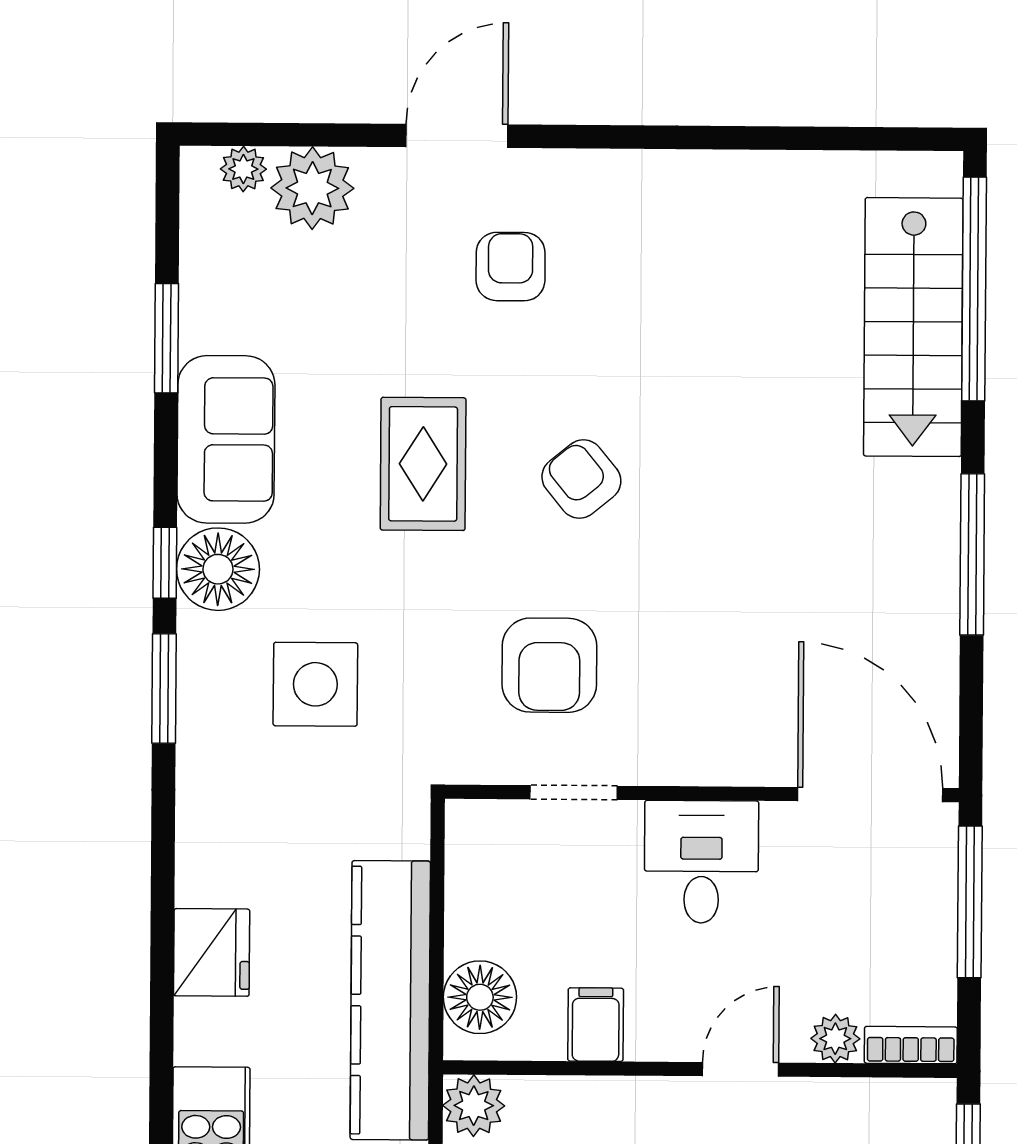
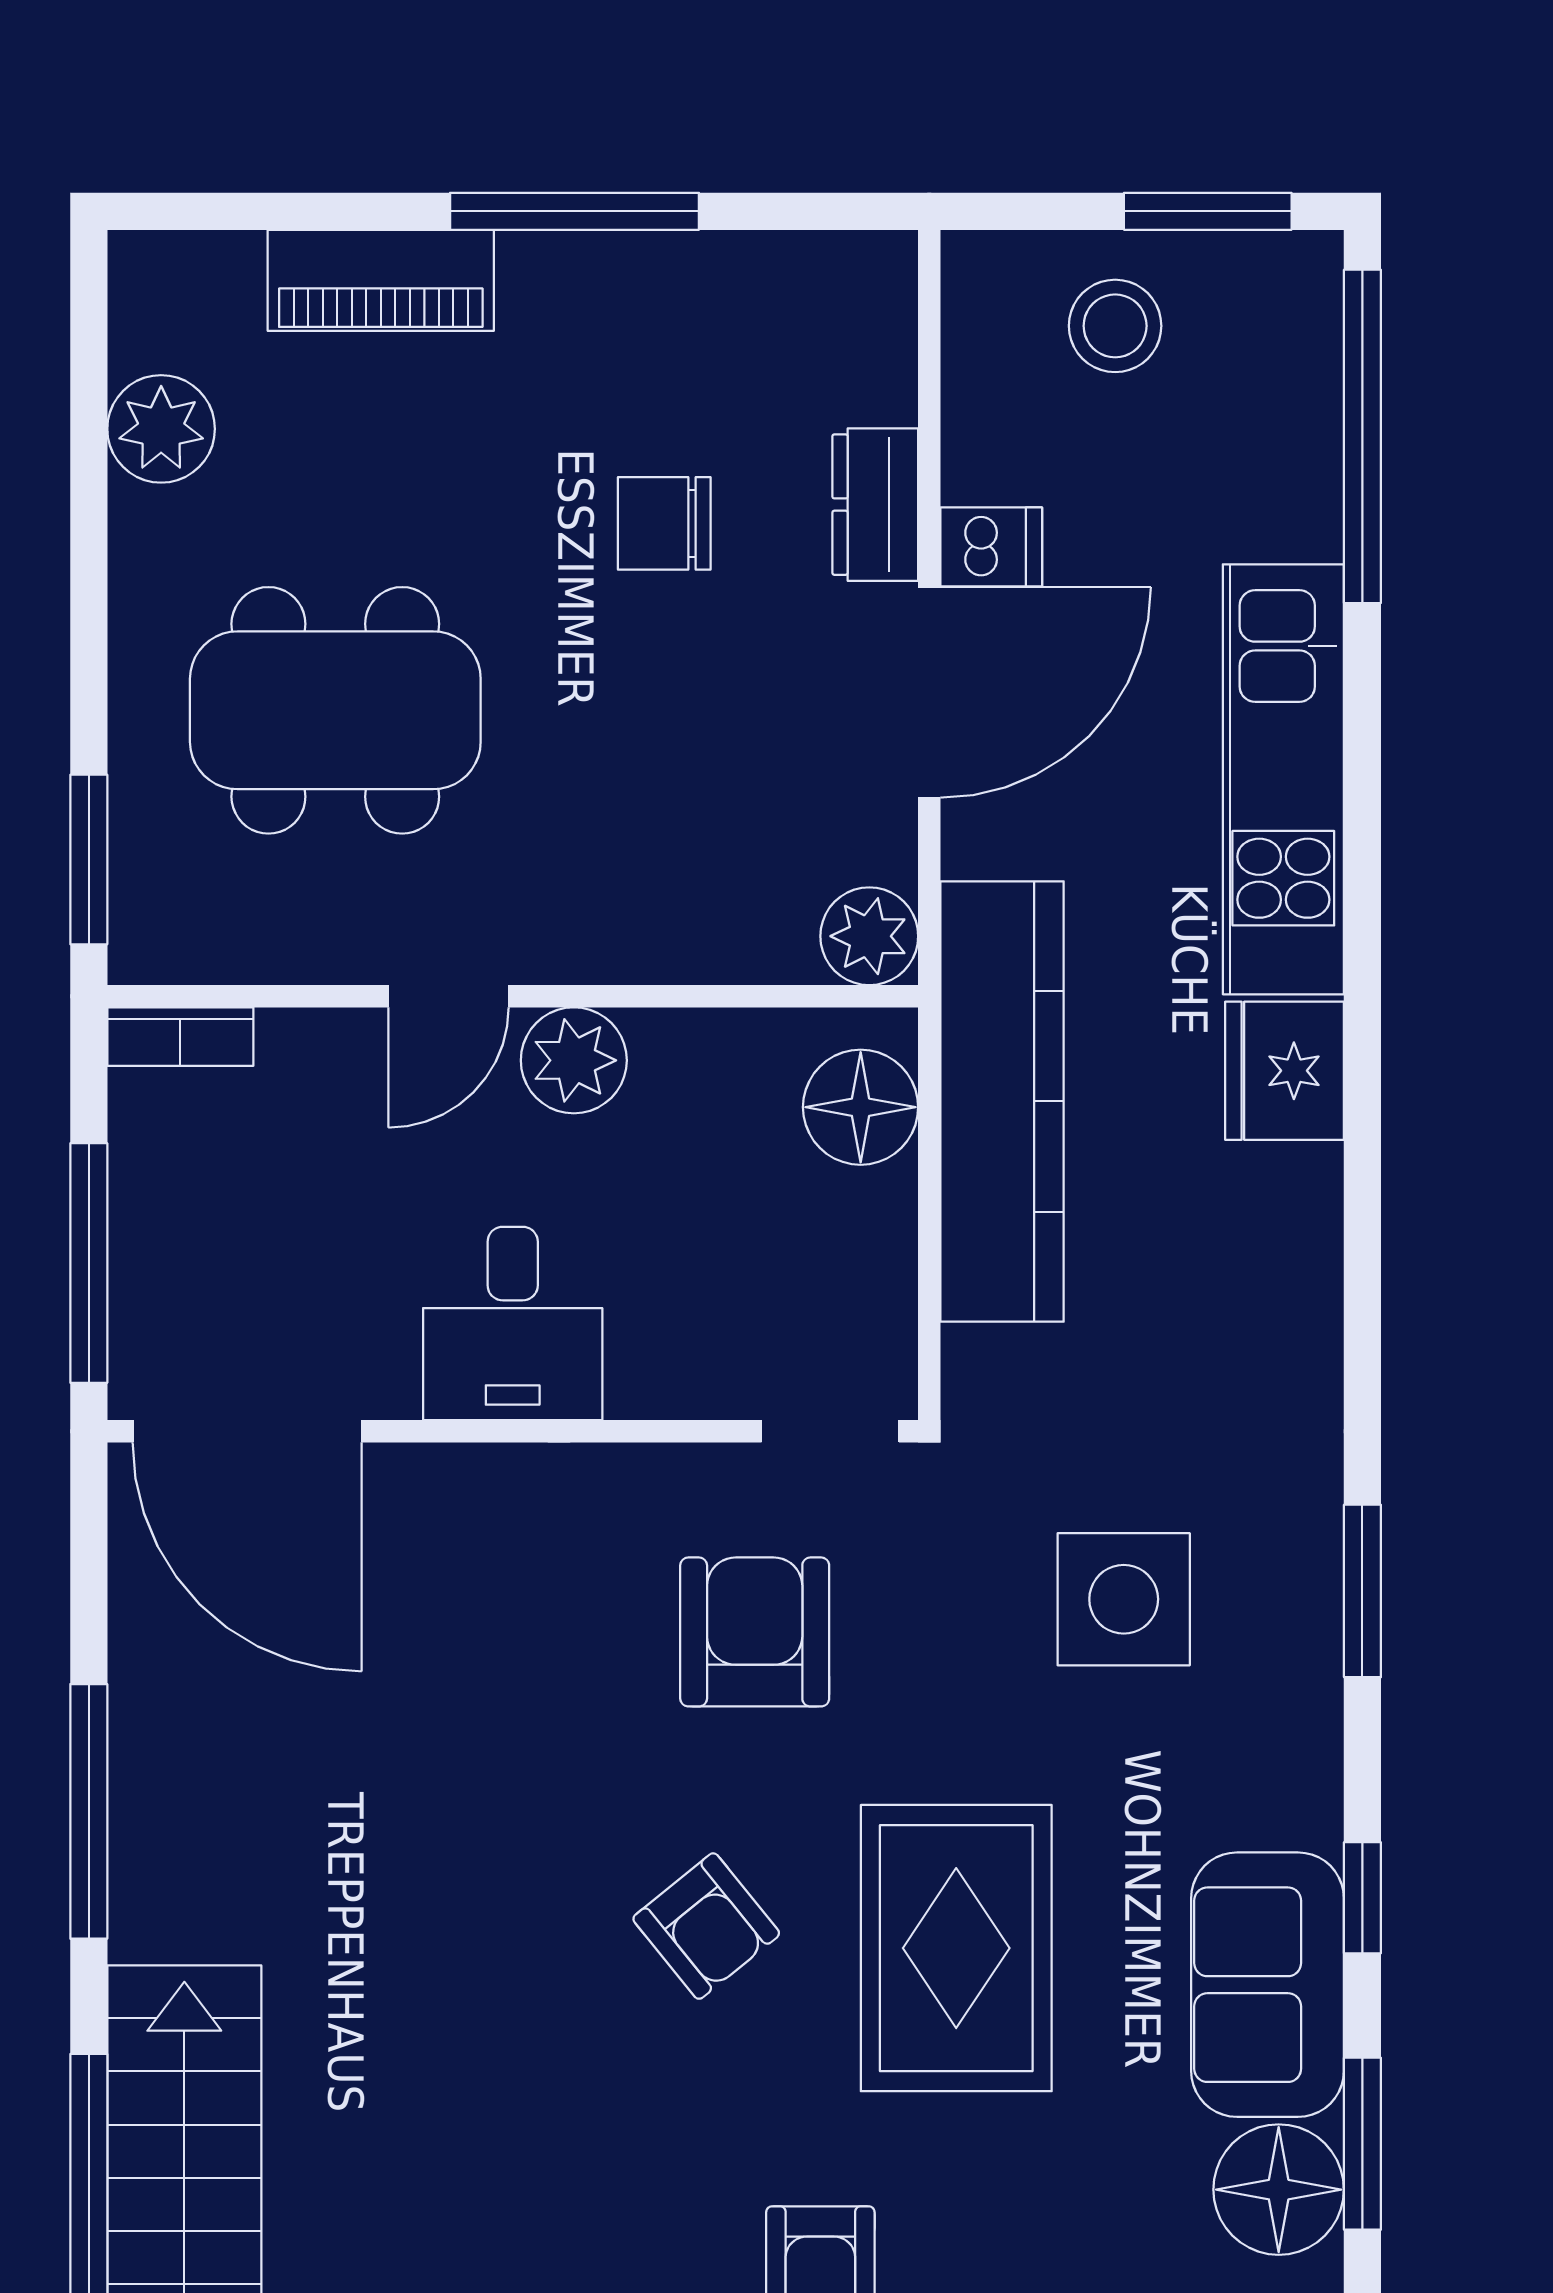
rug: (423, 464) -> (956, 1948), width x1.36, depth x1.43
window: (165, 563) -> (1362, 1898), moved
floor lamp: (218, 569) -> (1279, 2190), moved
doorway: (574, 793) -> (830, 1431), moved
fridge: (212, 952) -> (1284, 1071), moved
filing cabinet: (596, 1025) -> (678, 1065), removed
plant: (835, 1039) -> (574, 1060), moved, width x1.38, depth x1.38

